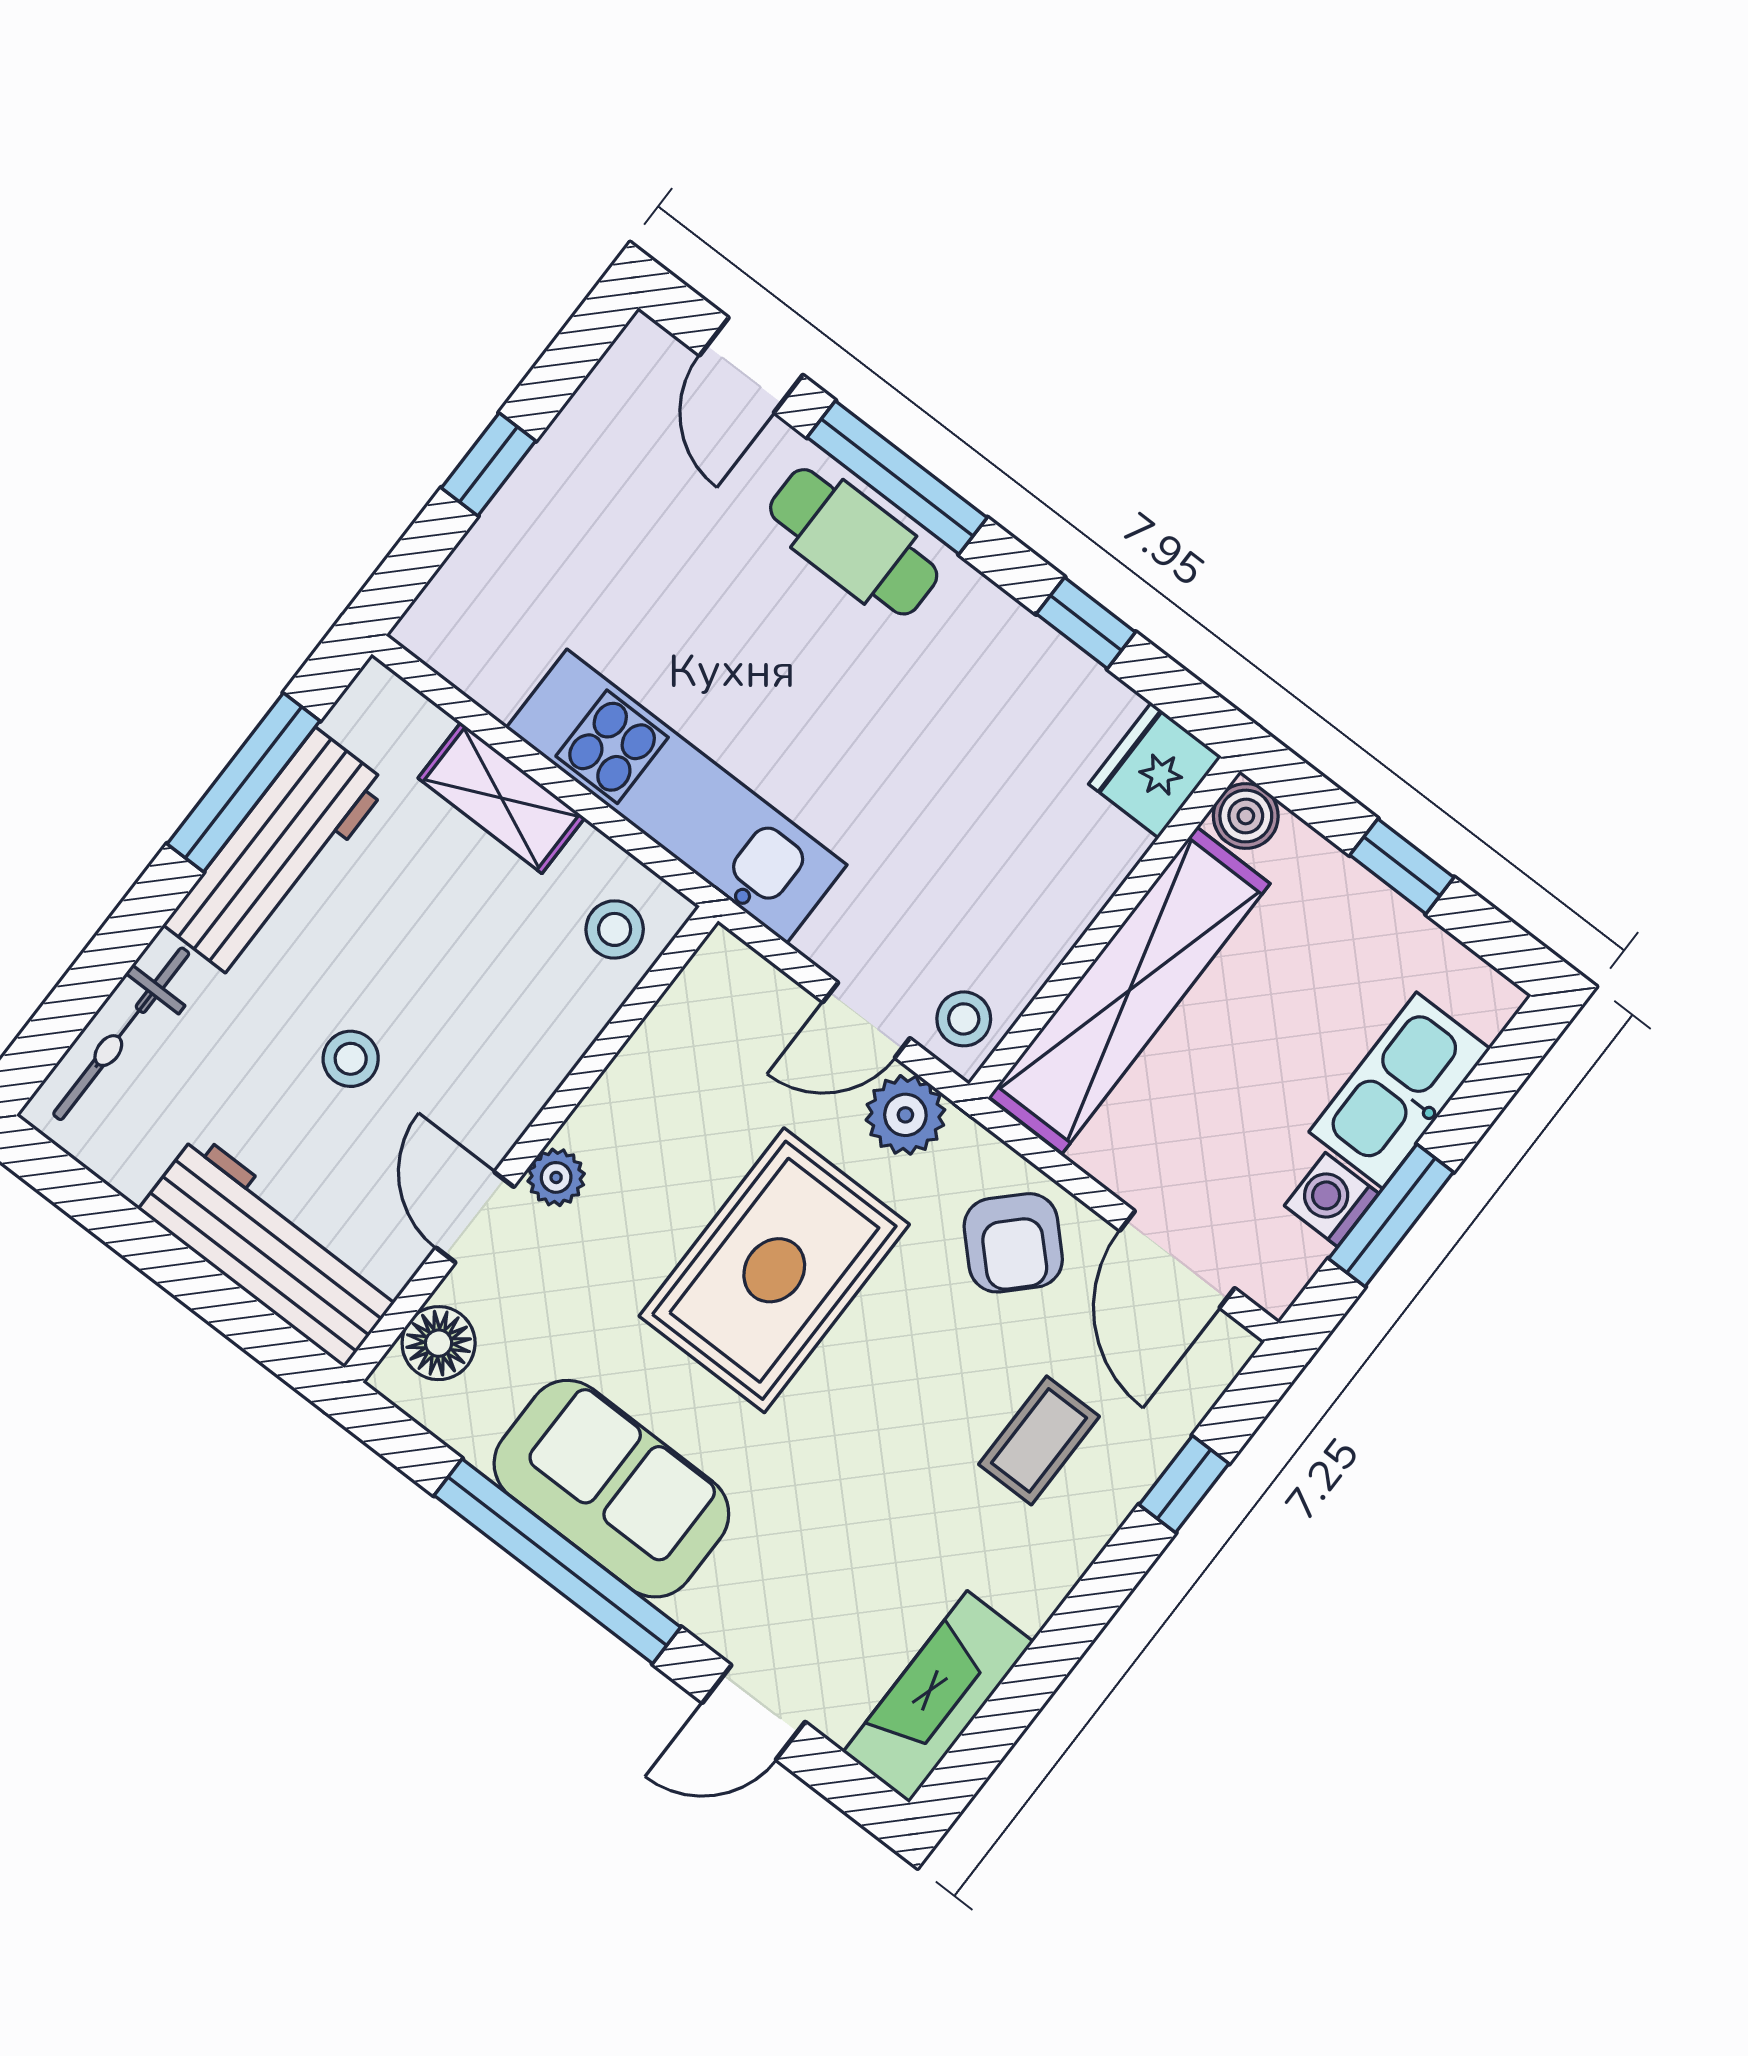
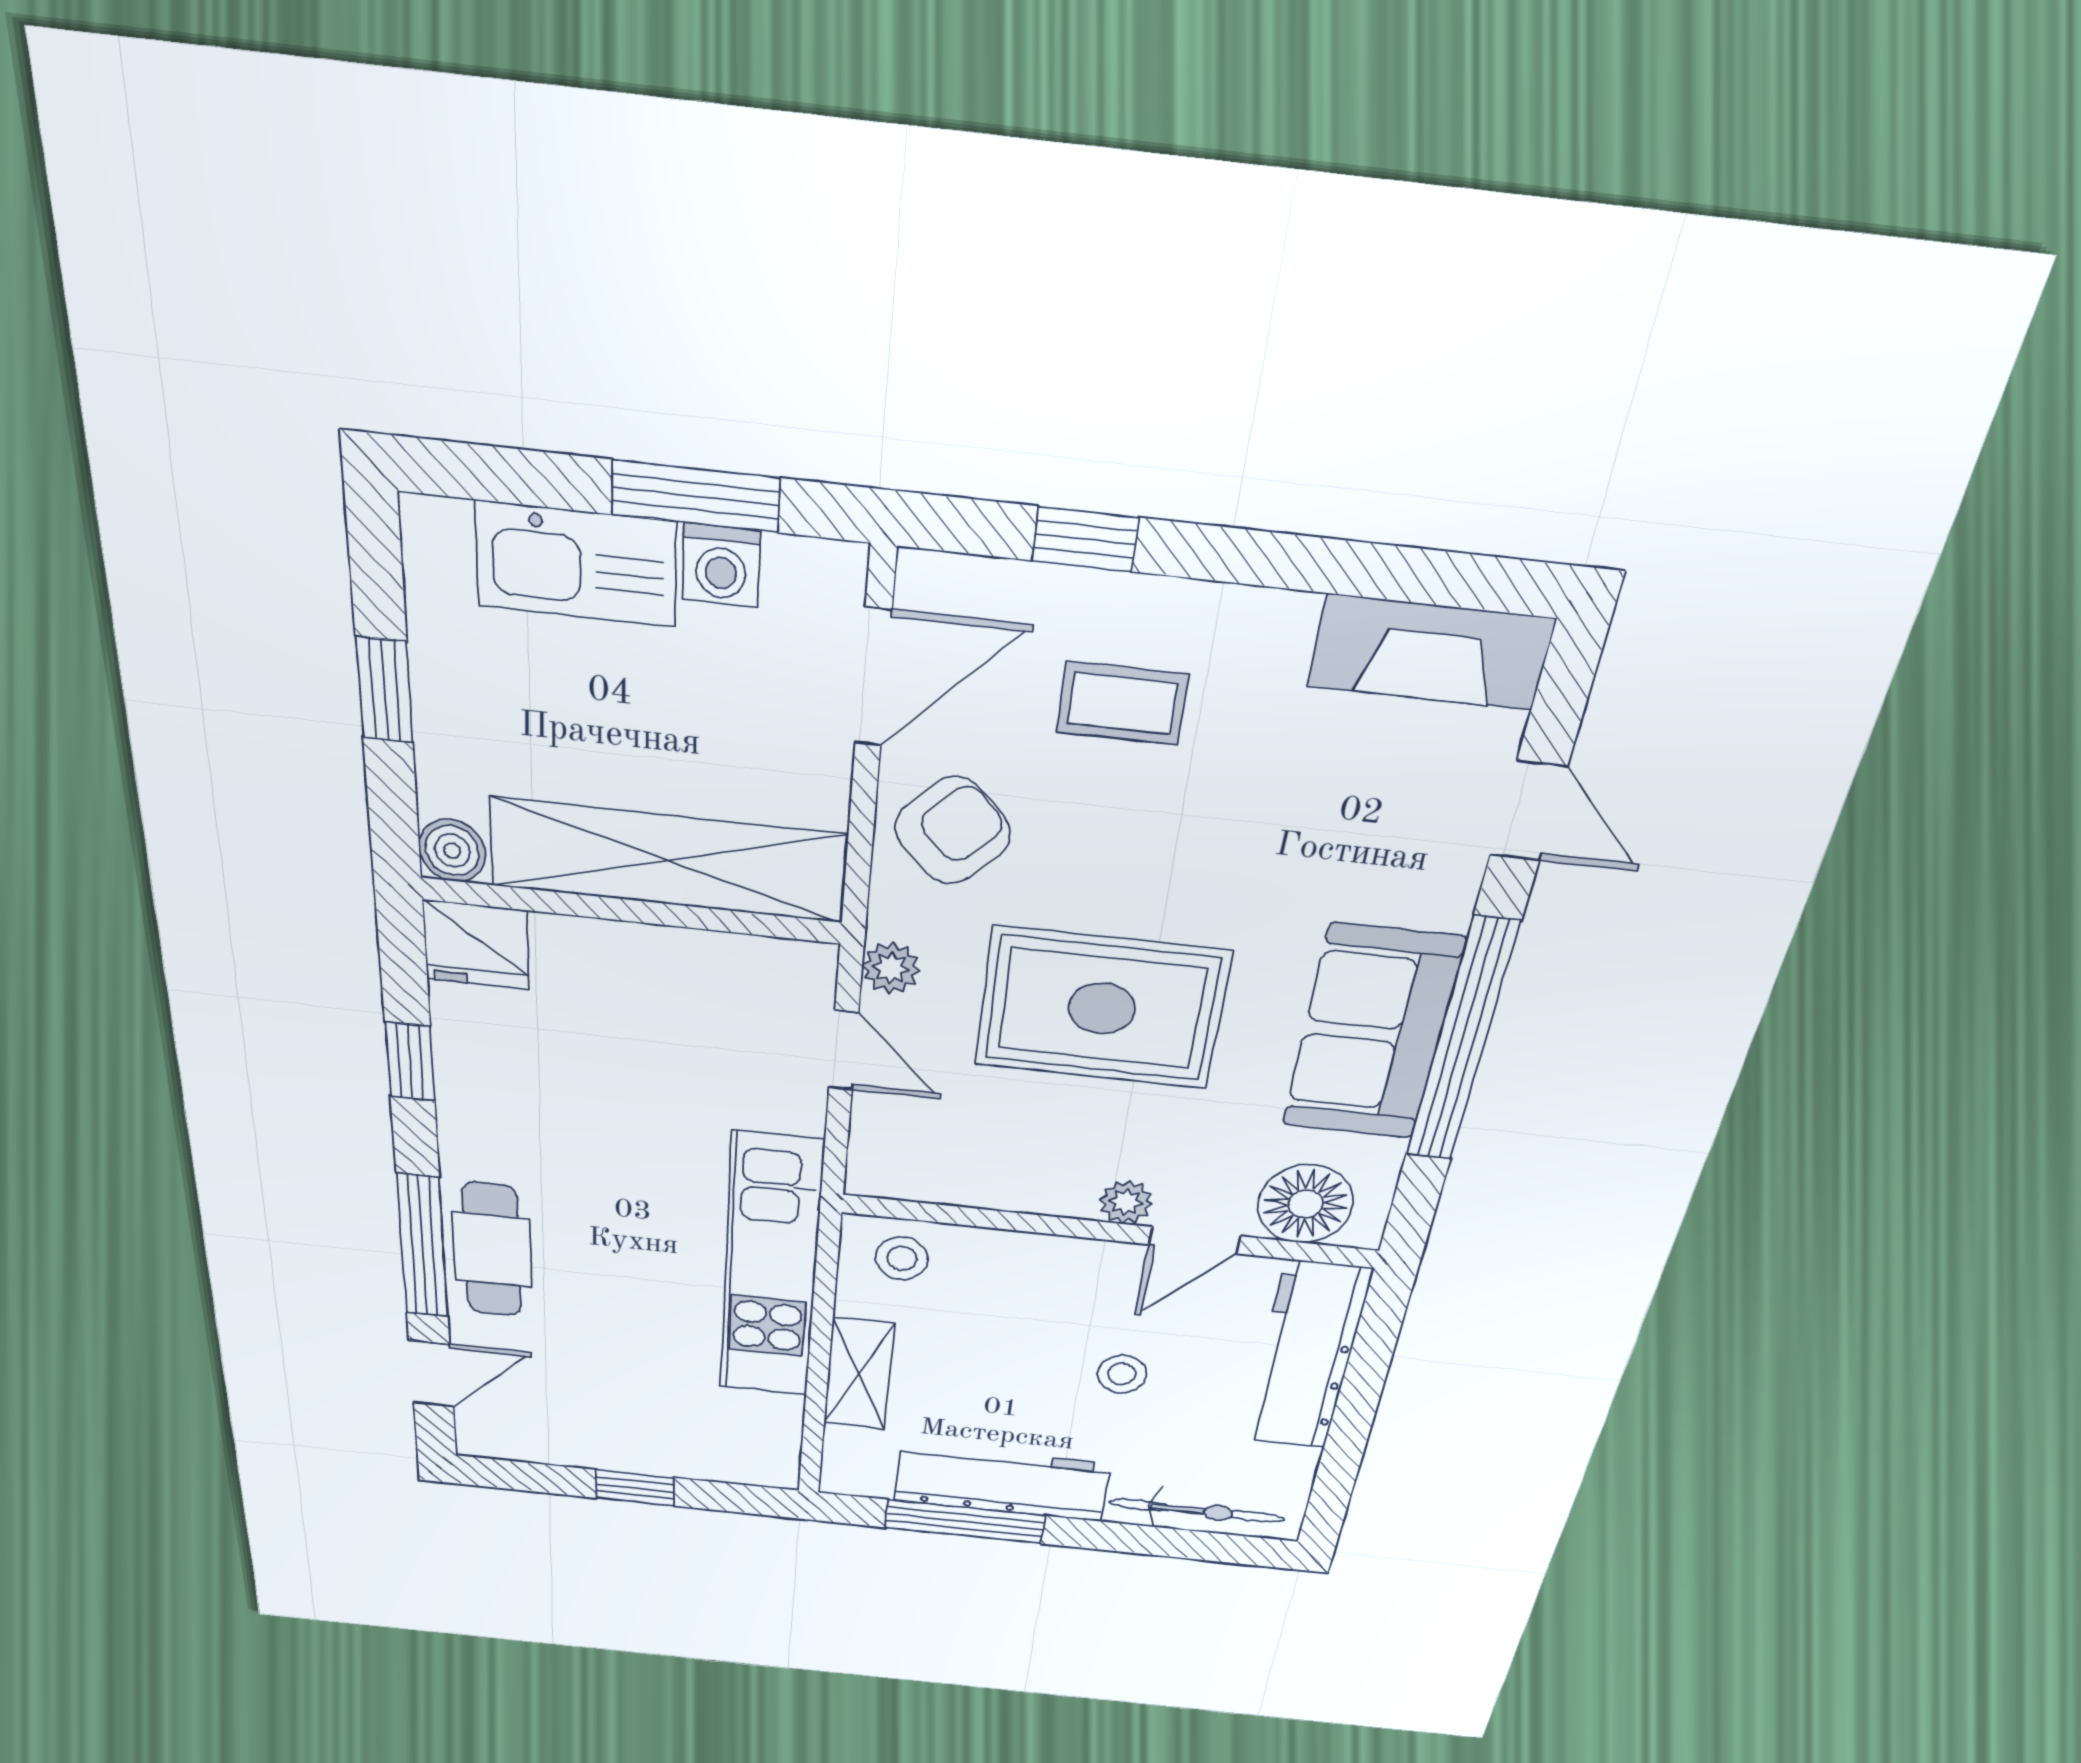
stool: (964, 1019) -> (789, 978), removed
plant: (905, 1115) -> (891, 968), width x0.73, depth x0.73
floor lamp: (439, 1343) -> (1305, 1204), width x1.38, depth x1.38

